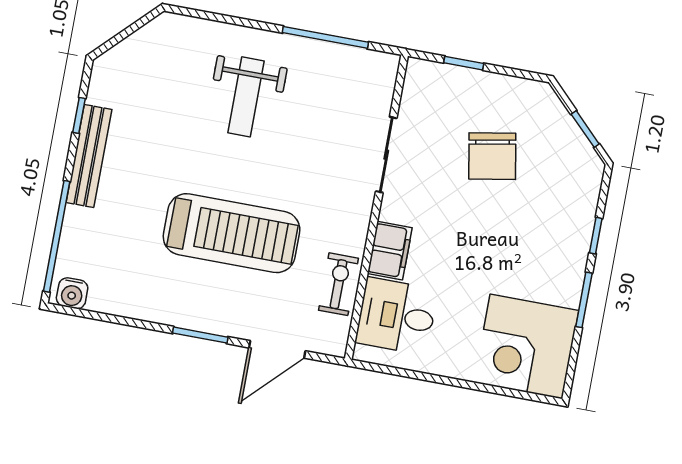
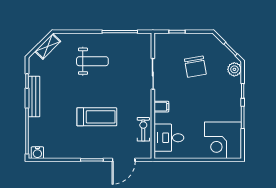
shelving: (145, 41) -> (48, 46), added
weight bench: (246, 97) -> (92, 61), turned -90
plant: (586, 180) -> (234, 69), added
treadmill: (232, 233) -> (97, 117), width x0.73, depth x0.73
filing cabinet: (390, 251) -> (161, 107), width x0.50

